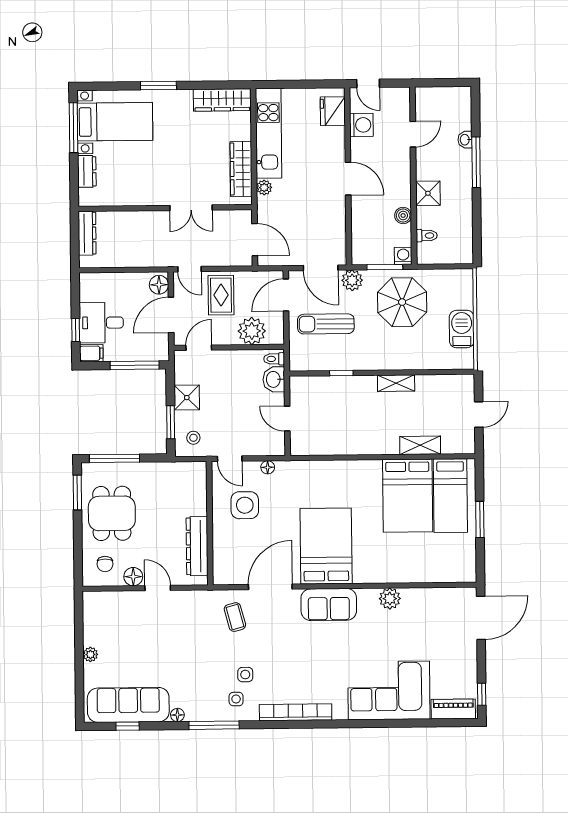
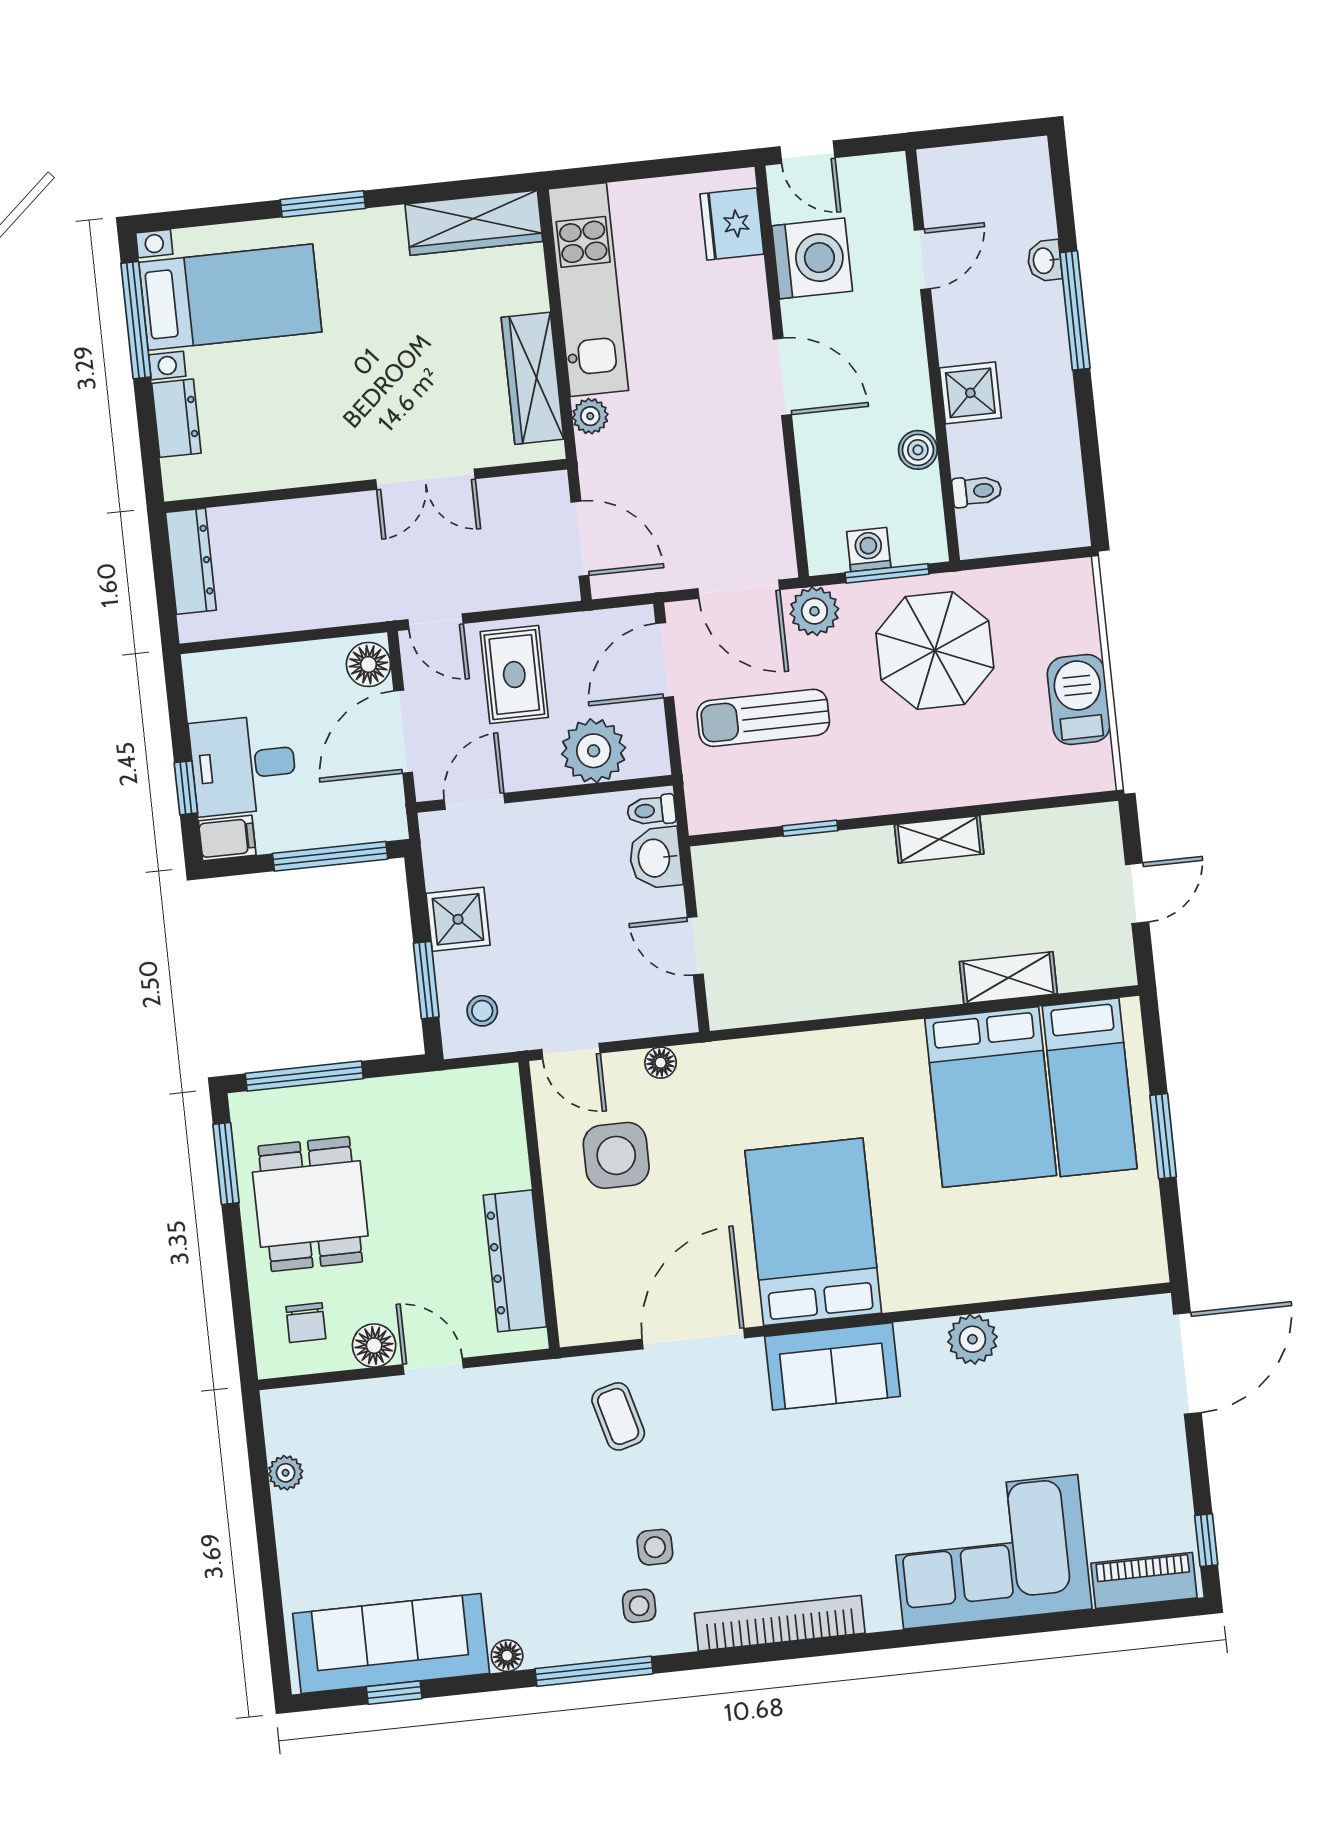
washing machine: (361, 125) -> (812, 258), width x1.37, depth x1.37
washing machine: (403, 256) -> (869, 550), moved
plant: (90, 654) -> (286, 1473), moved

